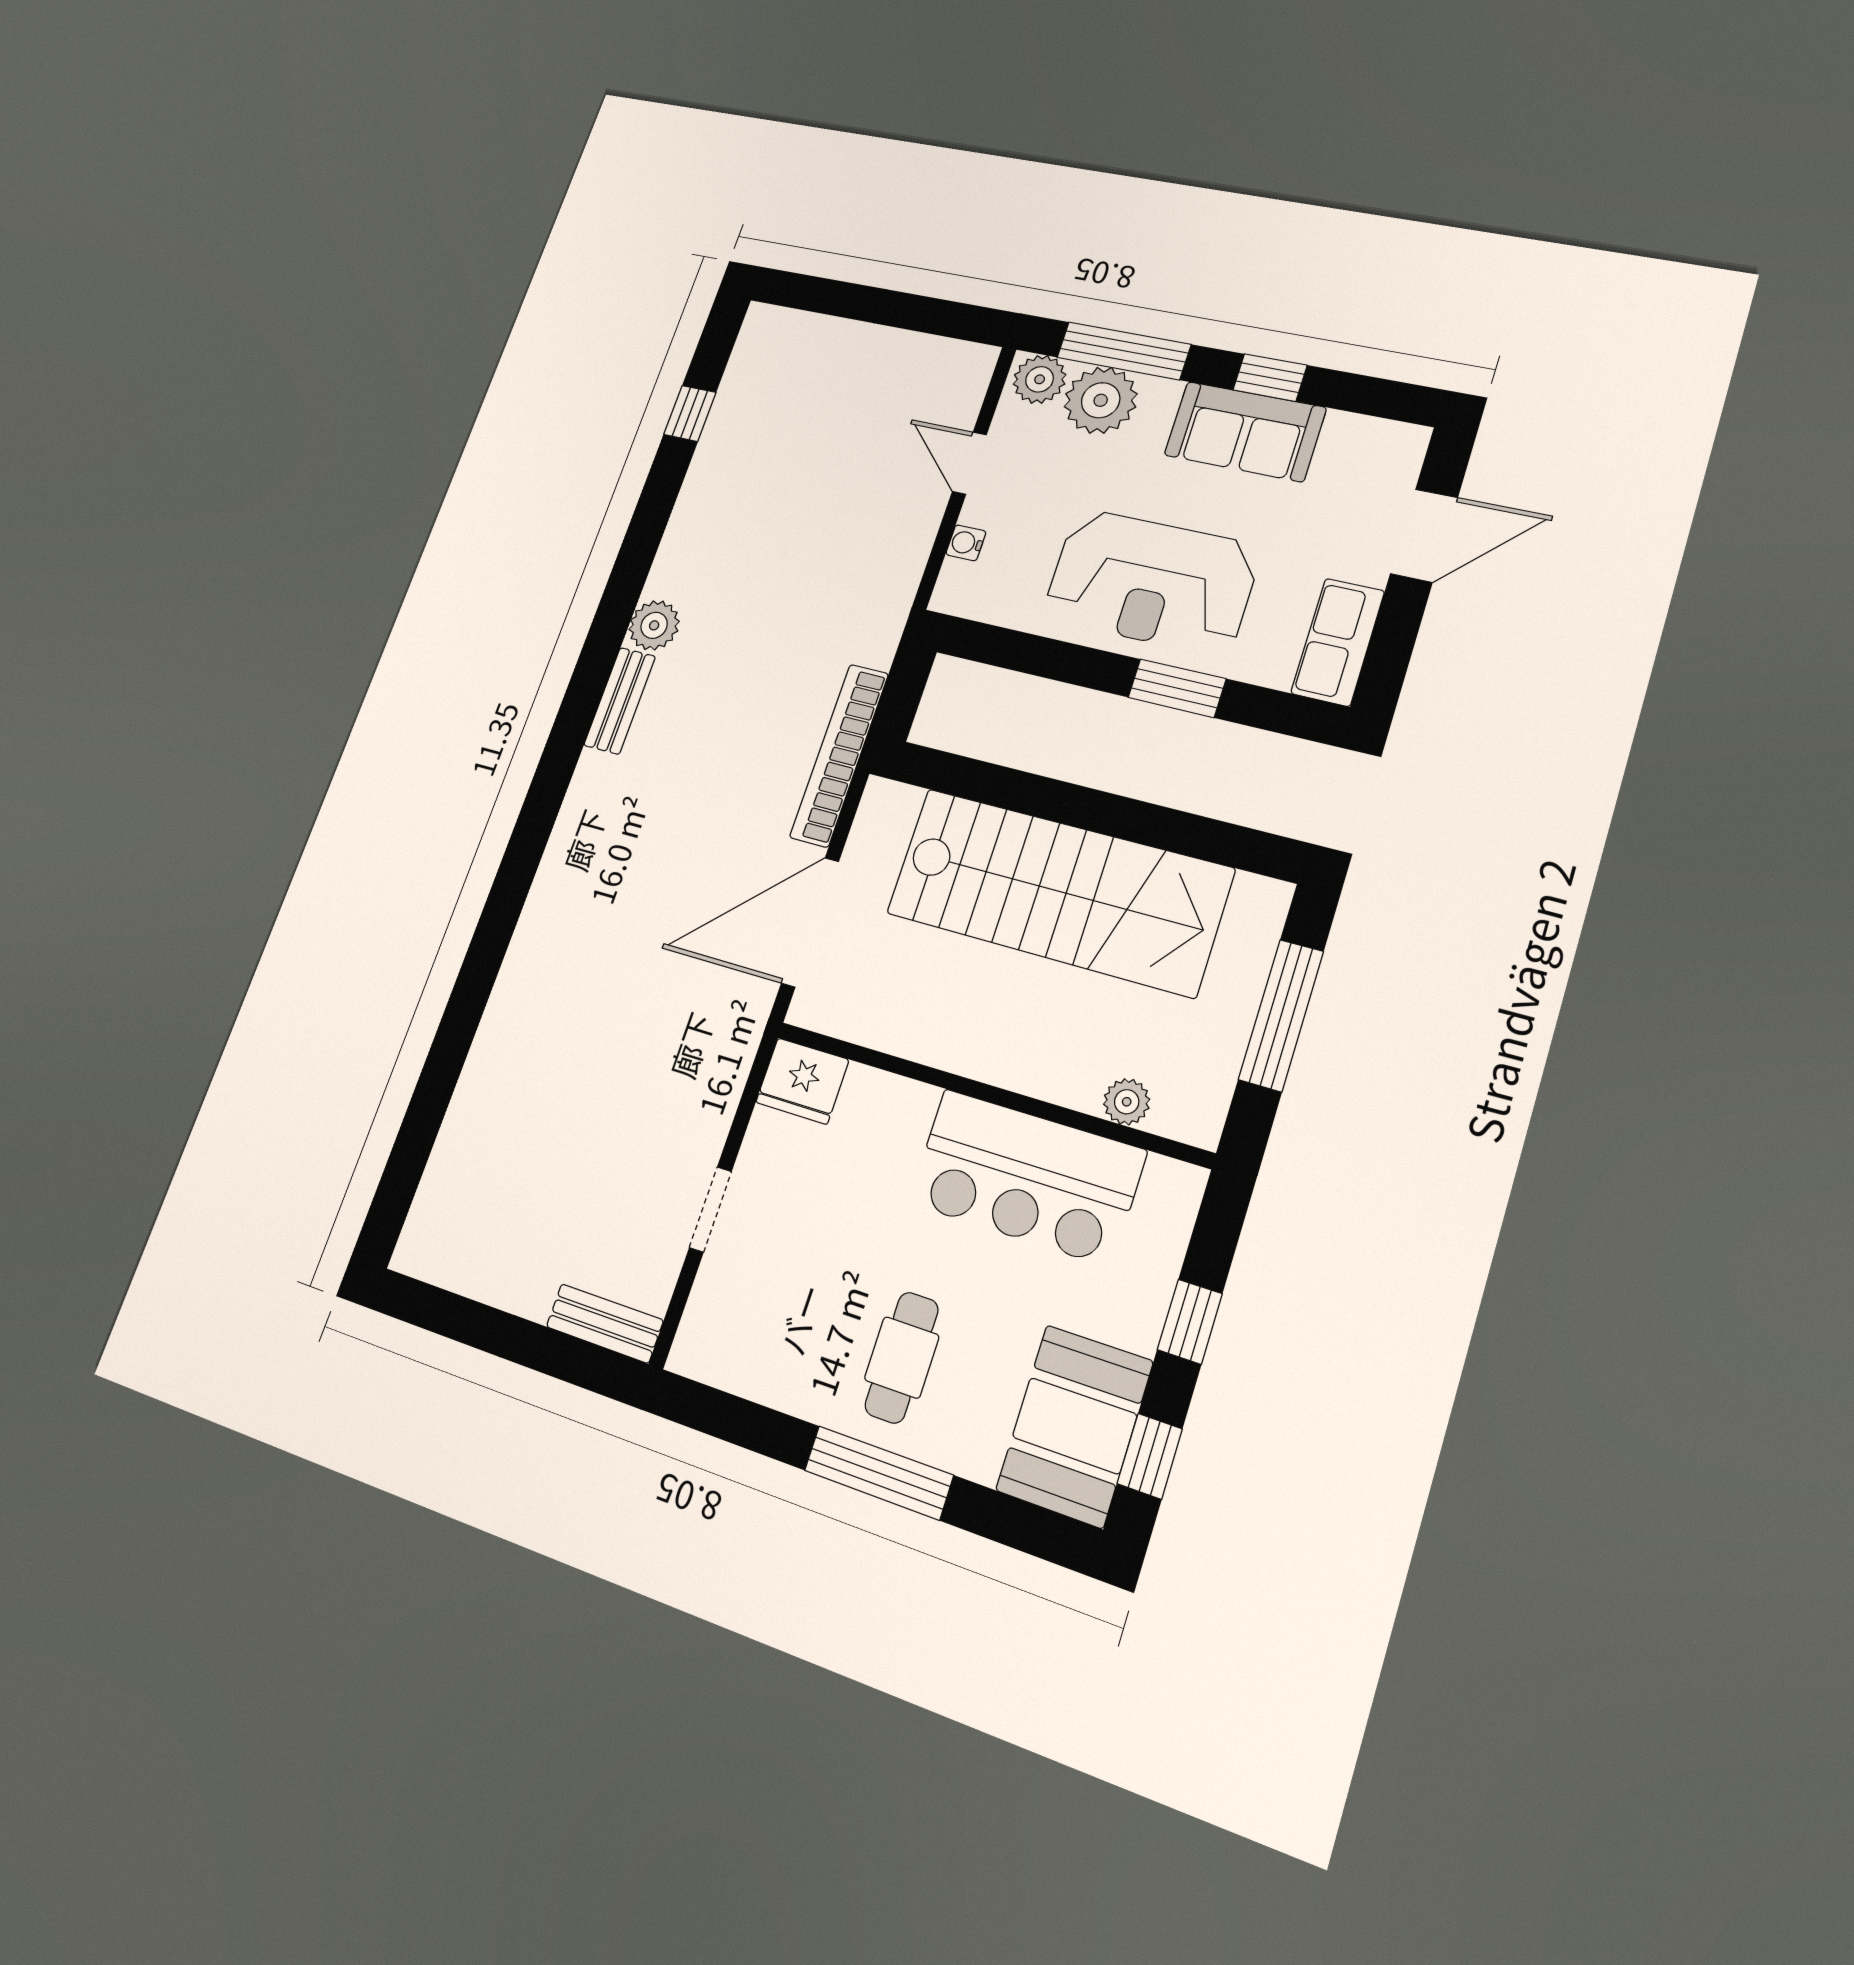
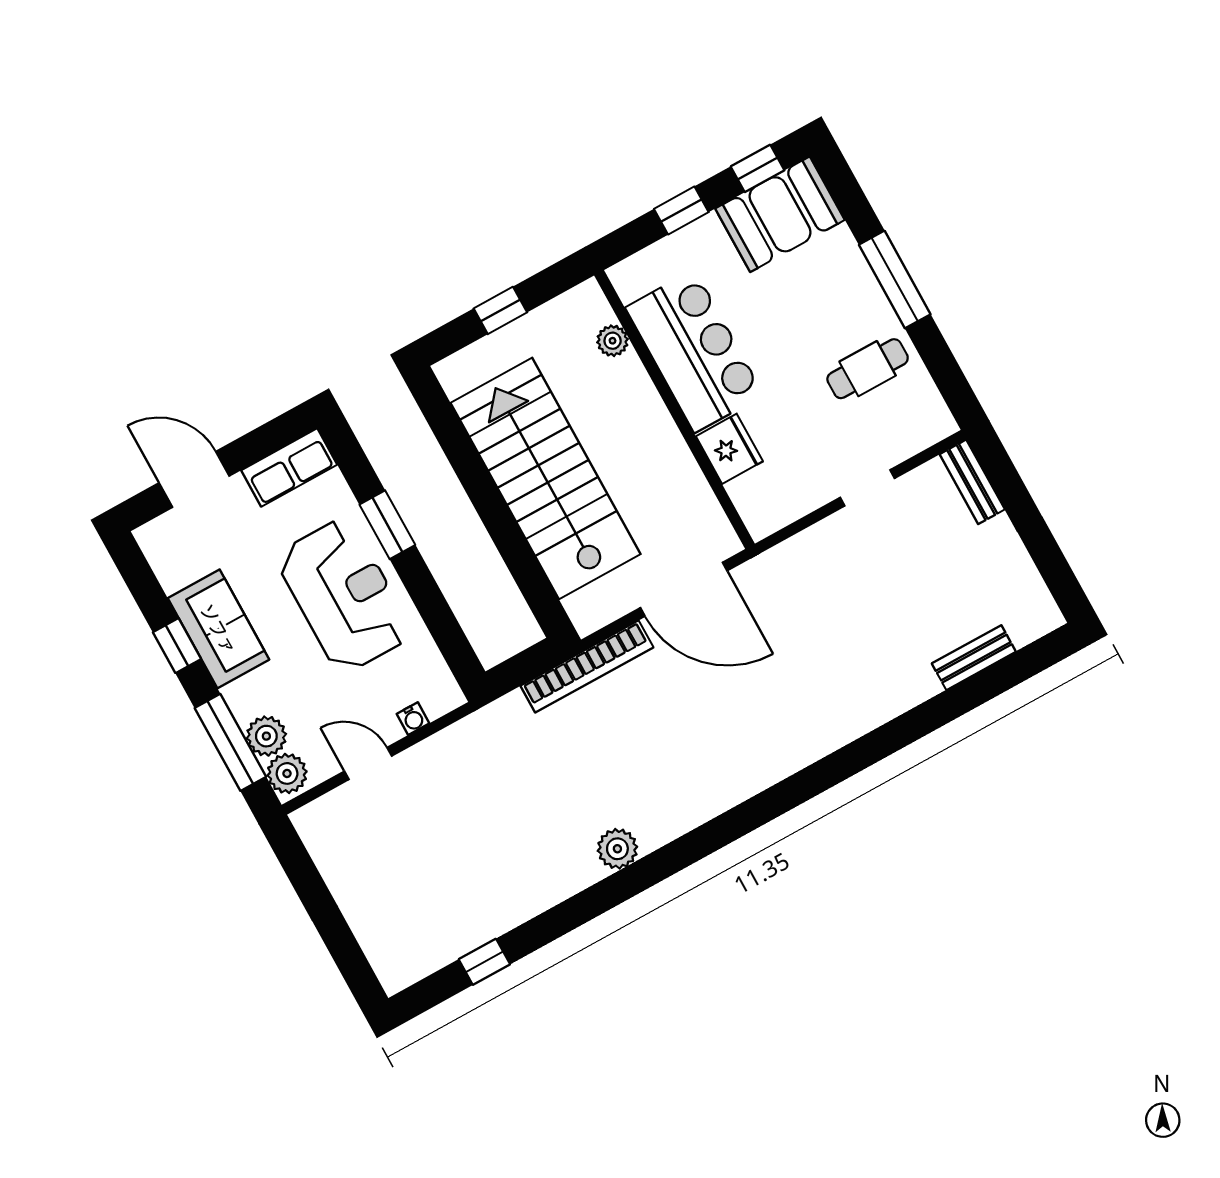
plant: (1101, 400) -> (266, 736), width x0.73, depth x0.73
door: (970, 463) -> (368, 764), swing flipped
bench: (620, 701) -> (974, 658), moved
window: (1281, 1015) -> (500, 310), width x0.46
fridge: (802, 1081) -> (729, 449), moved
cafe table: (902, 1357) -> (868, 369), moved

